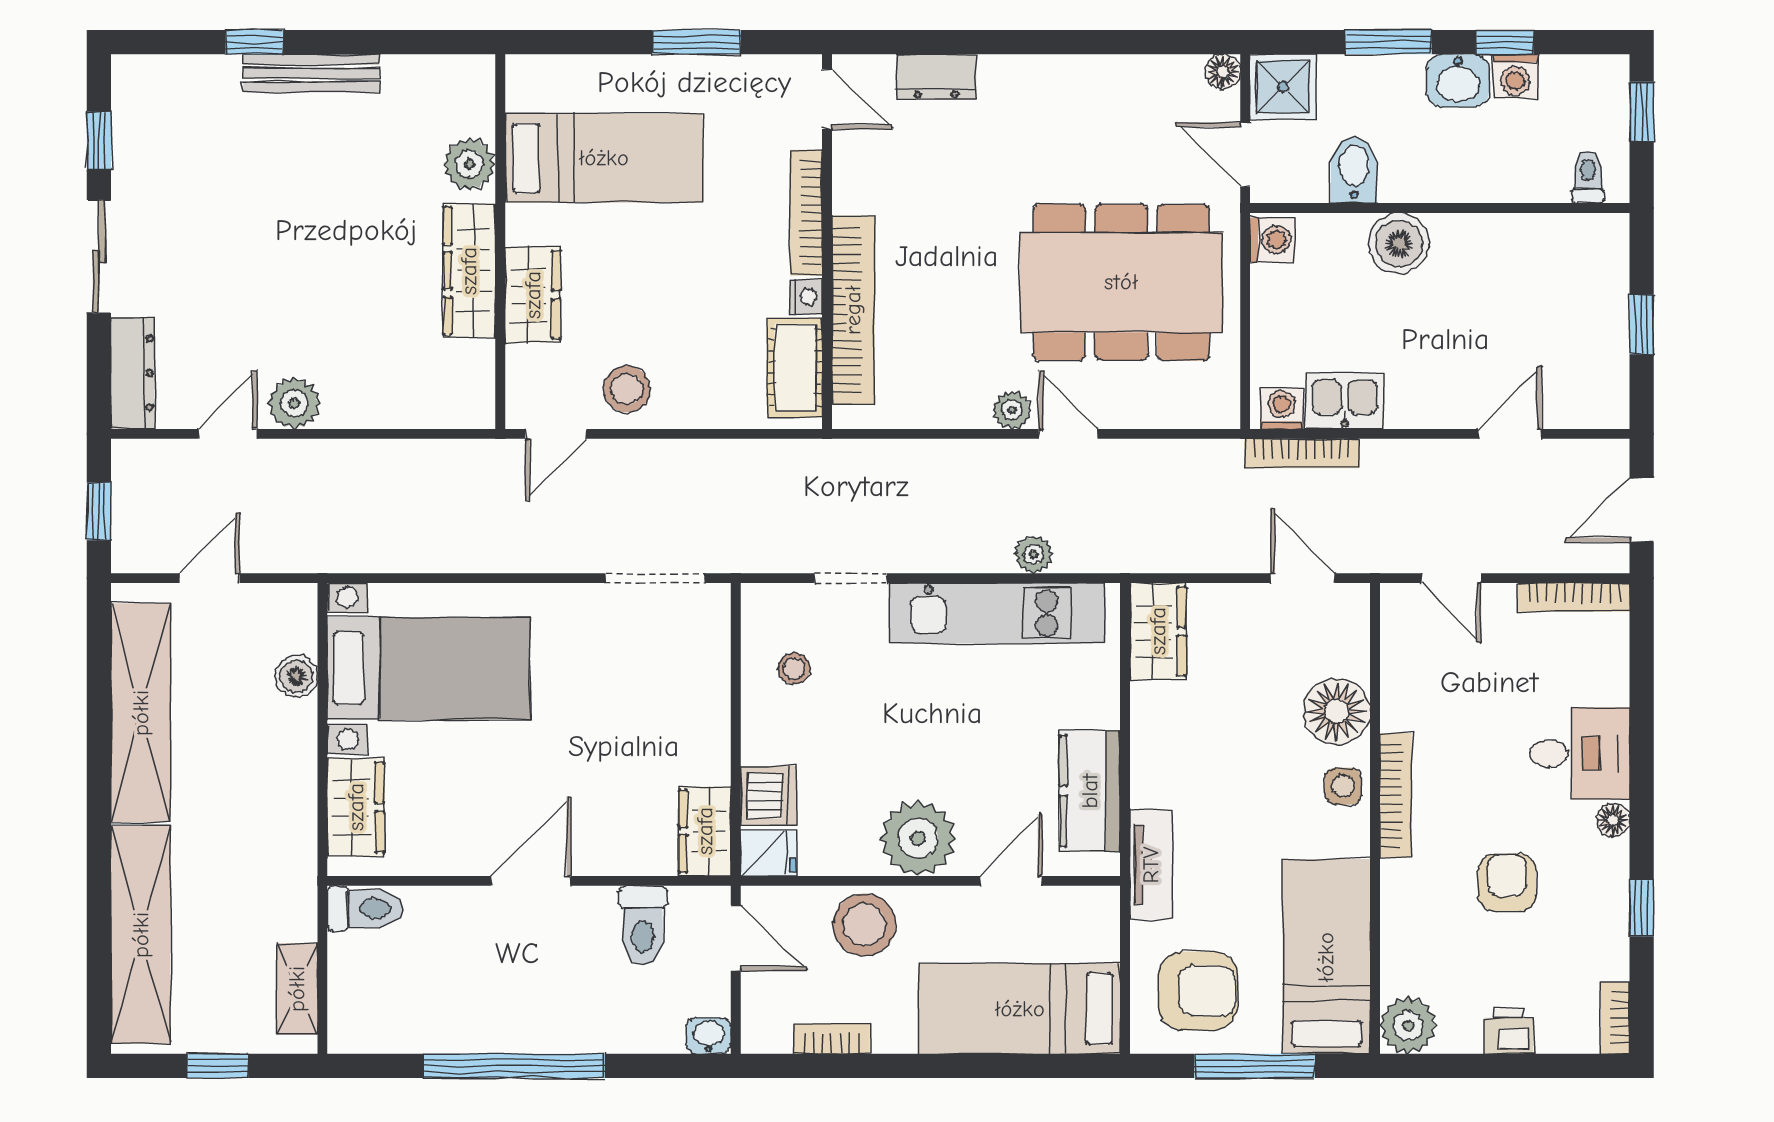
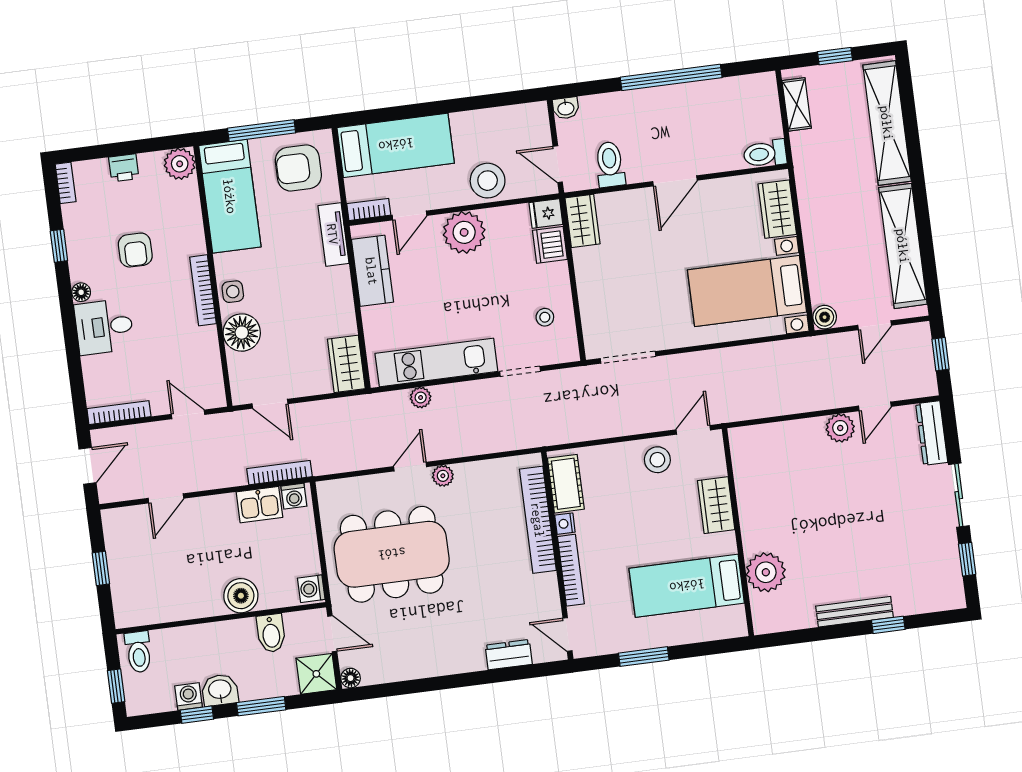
plant: (469, 164) -> (766, 572), width x1.36, depth x1.36
toilet: (1588, 177) -> (138, 652), width x1.37, depth x1.39
wardrobe: (469, 271) -> (753, 514), removed
door: (1068, 434) -> (410, 467), swing flipped
boiler: (296, 676) -> (825, 317), moved
bookcase: (832, 1039) -> (369, 209), moved, turned 180

